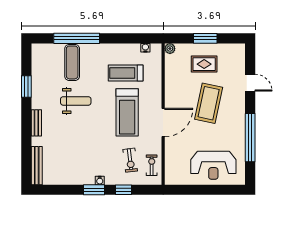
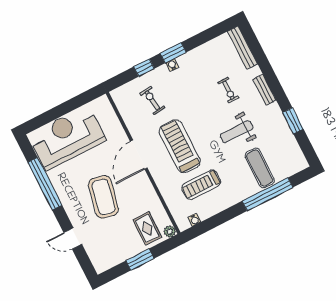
rug: (204, 64) -> (147, 228), moved, turned 90
treadmill: (126, 73) -> (201, 185), turned 180
exercise bike: (152, 165) -> (228, 90), moved
reception desk: (213, 165) -> (67, 138), width x1.36, depth x1.30

